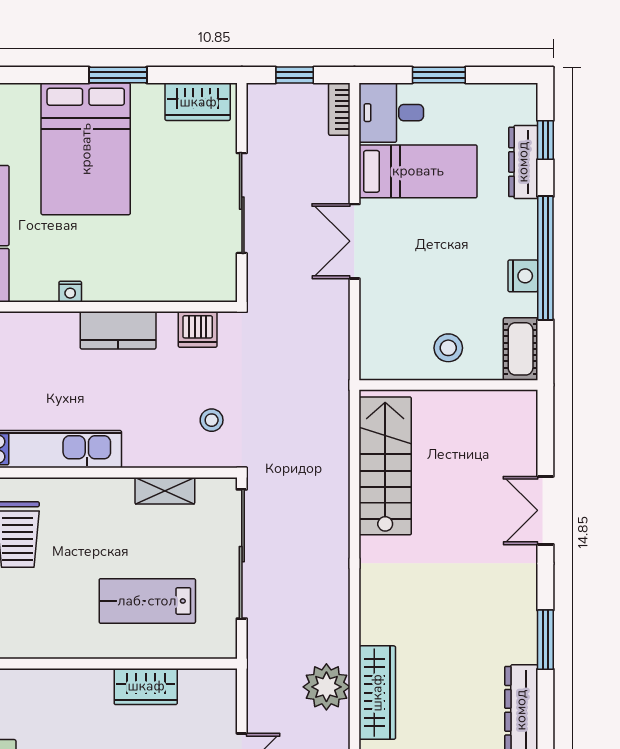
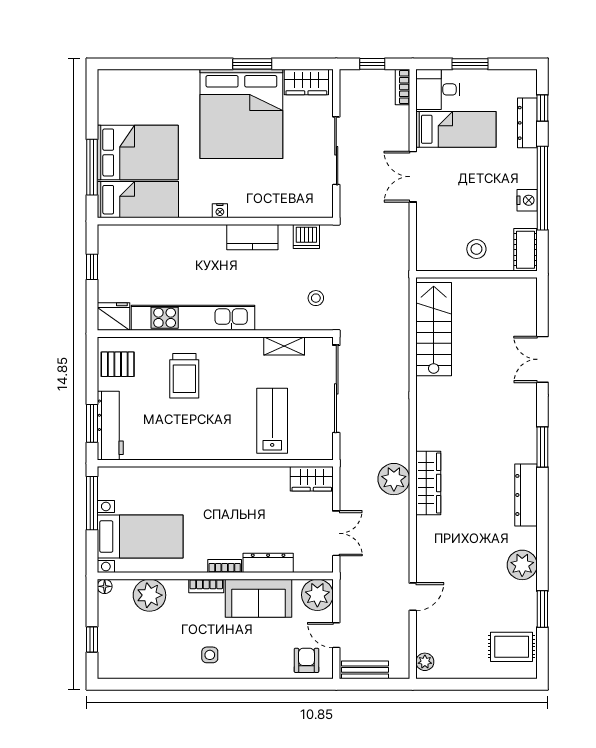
bed: (86, 149) -> (241, 114), width x1.36
lab bench: (147, 601) -> (272, 421), turned 90
wardrobe: (146, 686) -> (312, 479), moved

